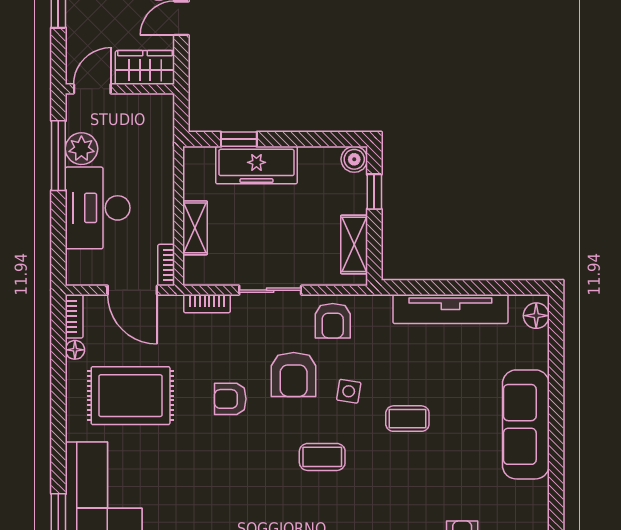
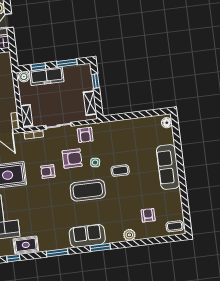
window: (310, 139) -> (67, 63), added
boiler: (354, 159) -> (24, 77), moved
shelving: (195, 228) -> (26, 116), moved
tv unit: (450, 309) -> (132, 124), removed
armchair: (294, 374) -> (72, 159), turned -90
coffee table: (322, 457) -> (88, 190), width x1.86, depth x1.72

